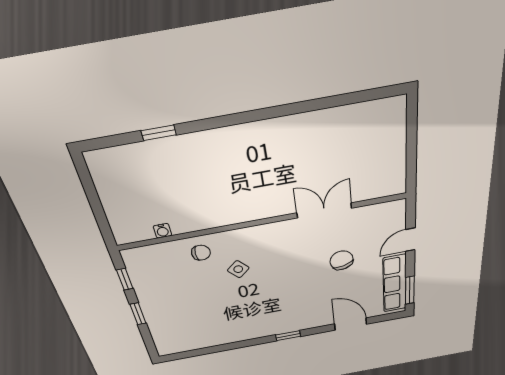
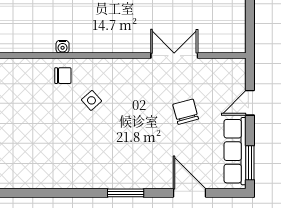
water cooler: (162, 231) -> (63, 47), moved
window: (288, 336) -> (126, 193), width x1.50

